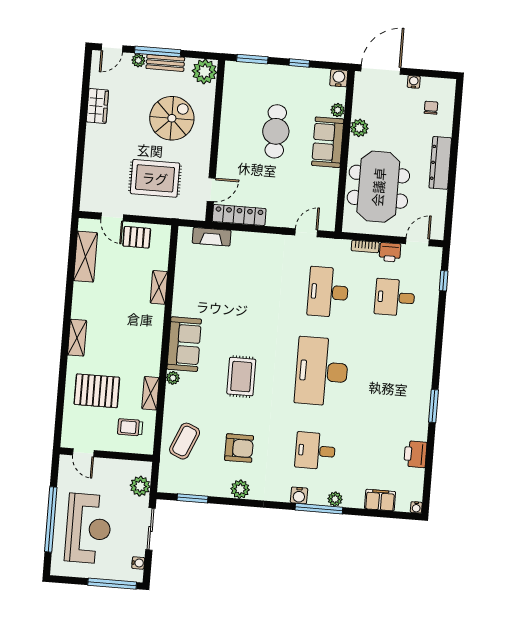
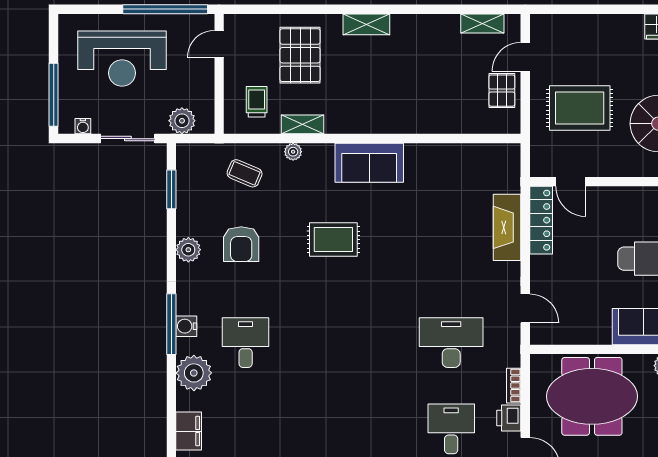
rug: (155, 178) -> (580, 108), turned 90
fireplace: (212, 237) -> (507, 227), moved, width x1.37, depth x1.32
shelving: (85, 257) -> (482, 23), width x0.67, depth x0.75
shelving: (159, 287) -> (440, 124), removed
desk: (322, 371) -> (348, 343), removed
plant: (173, 378) -> (293, 152), moved
coffee table: (185, 441) -> (245, 173), width x0.73, depth x0.77
plant: (335, 499) -> (194, 373), width x1.88, depth x1.88
window: (319, 509) -> (171, 324), moved
window: (51, 519) -> (165, 9), moved

